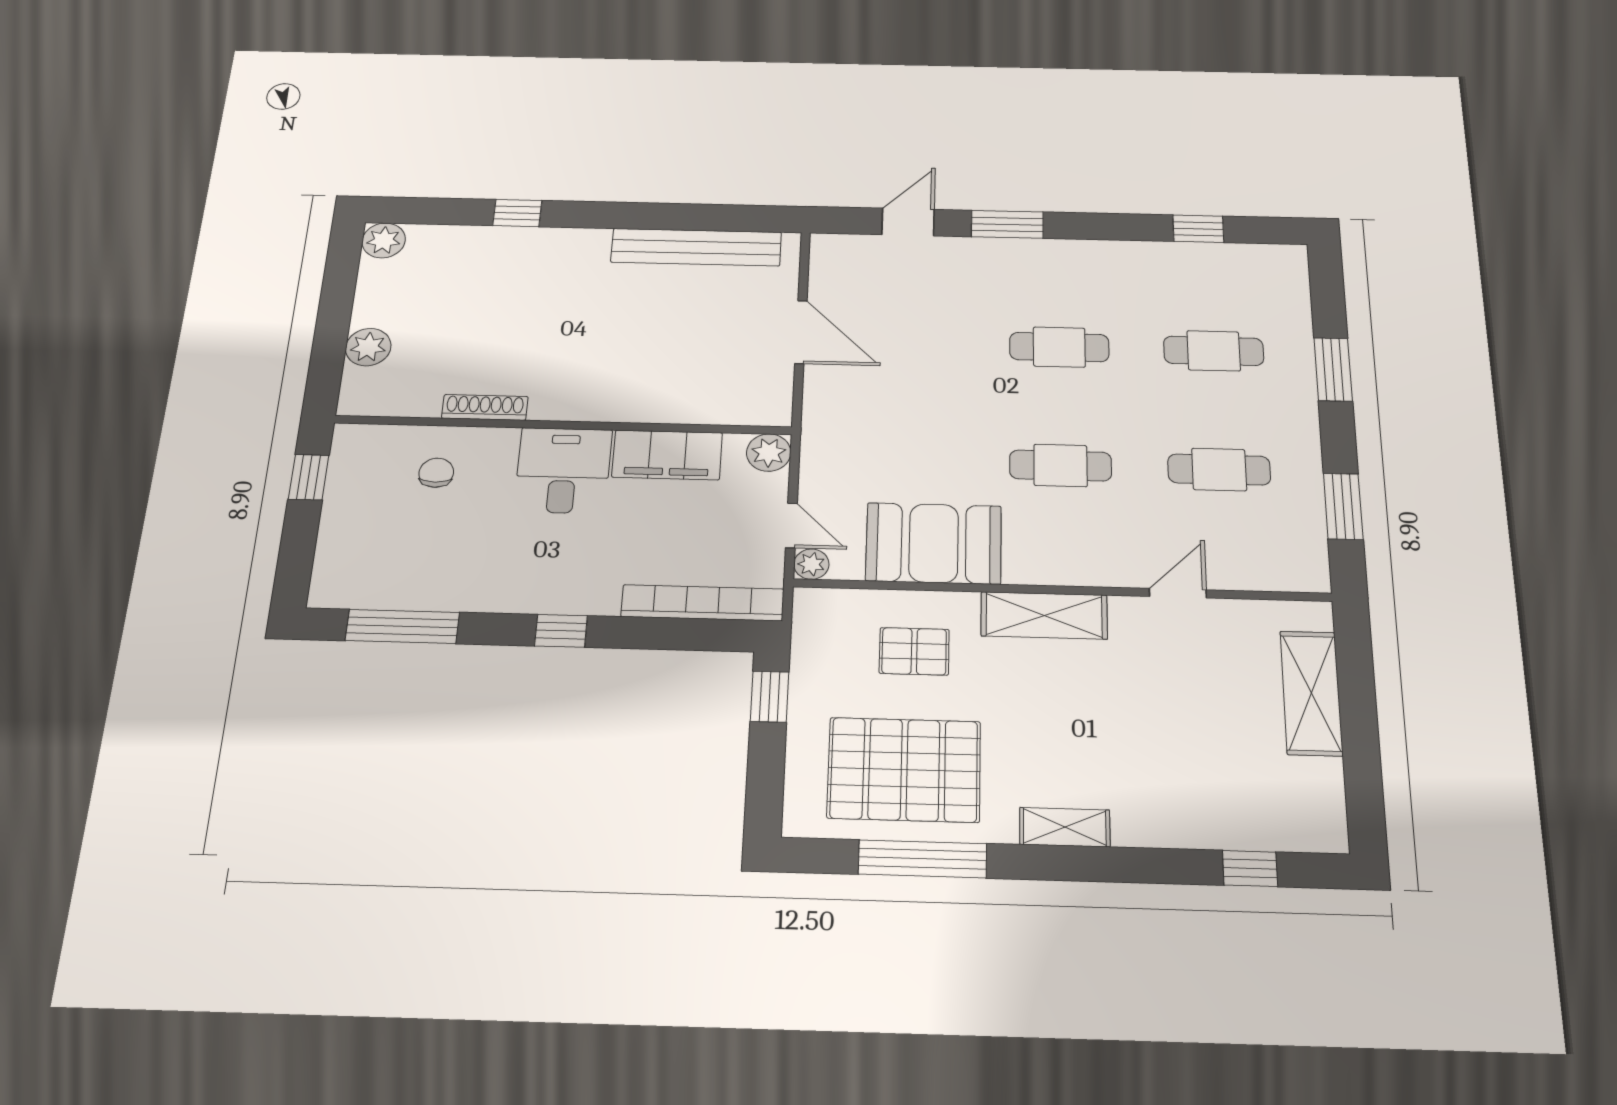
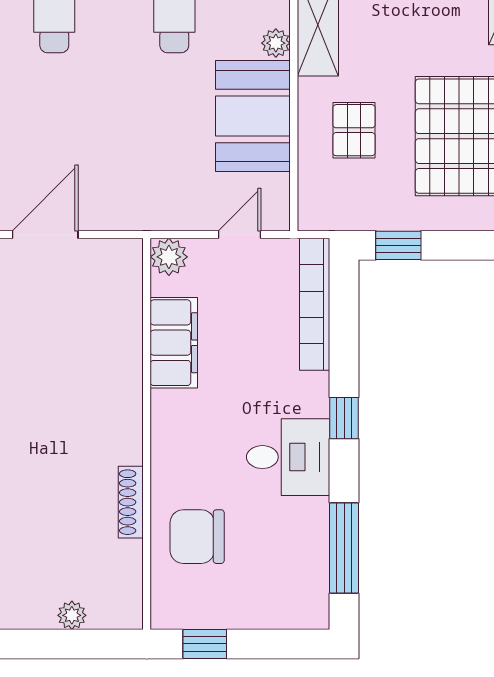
plant: (368, 347) -> (72, 615), width x0.73, depth x0.73
desk: (563, 471) -> (288, 457), moved, turned 180
chair: (436, 473) -> (197, 537), width x1.87, depth x1.87
plant: (811, 564) -> (276, 43), moved

